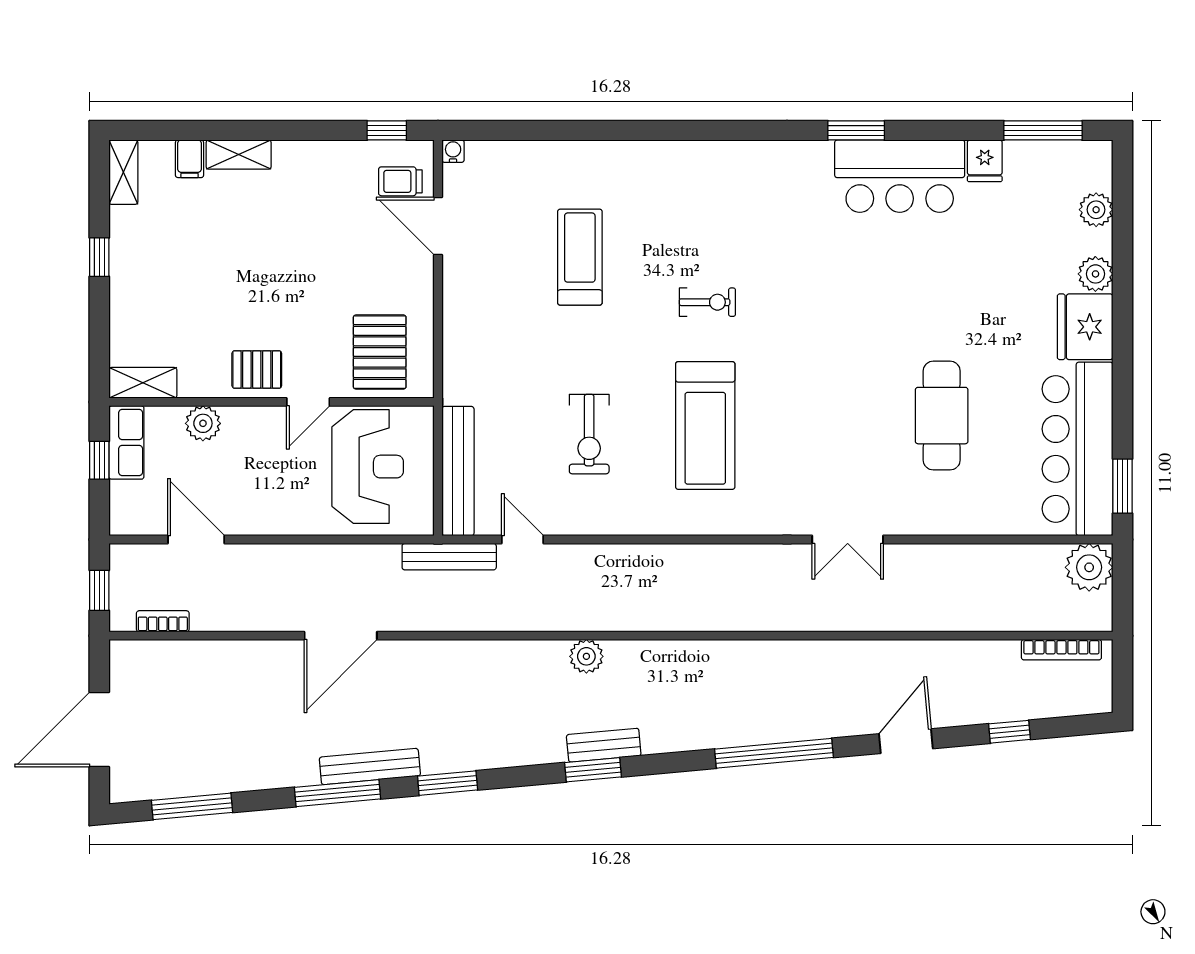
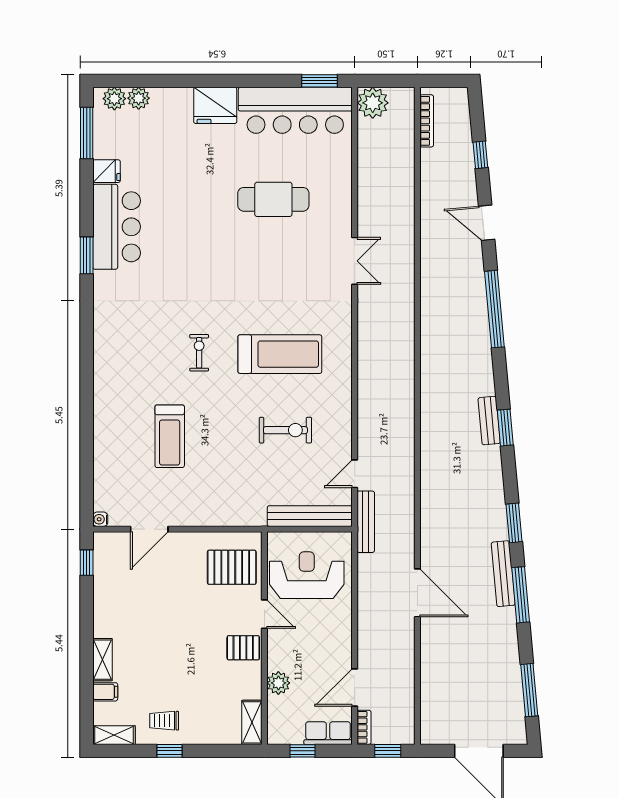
trolley: (400, 181) -> (164, 721), moved, turned 90
treadmill: (580, 257) -> (170, 436), turned -90
plant: (1095, 274) -> (114, 99), moved
pallet: (257, 370) -> (243, 648), turned 90
row of seats: (126, 442) -> (328, 733), moved
bookcase: (163, 621) -> (364, 727), moved, turned 180
plant: (586, 656) -> (431, 432), removed

